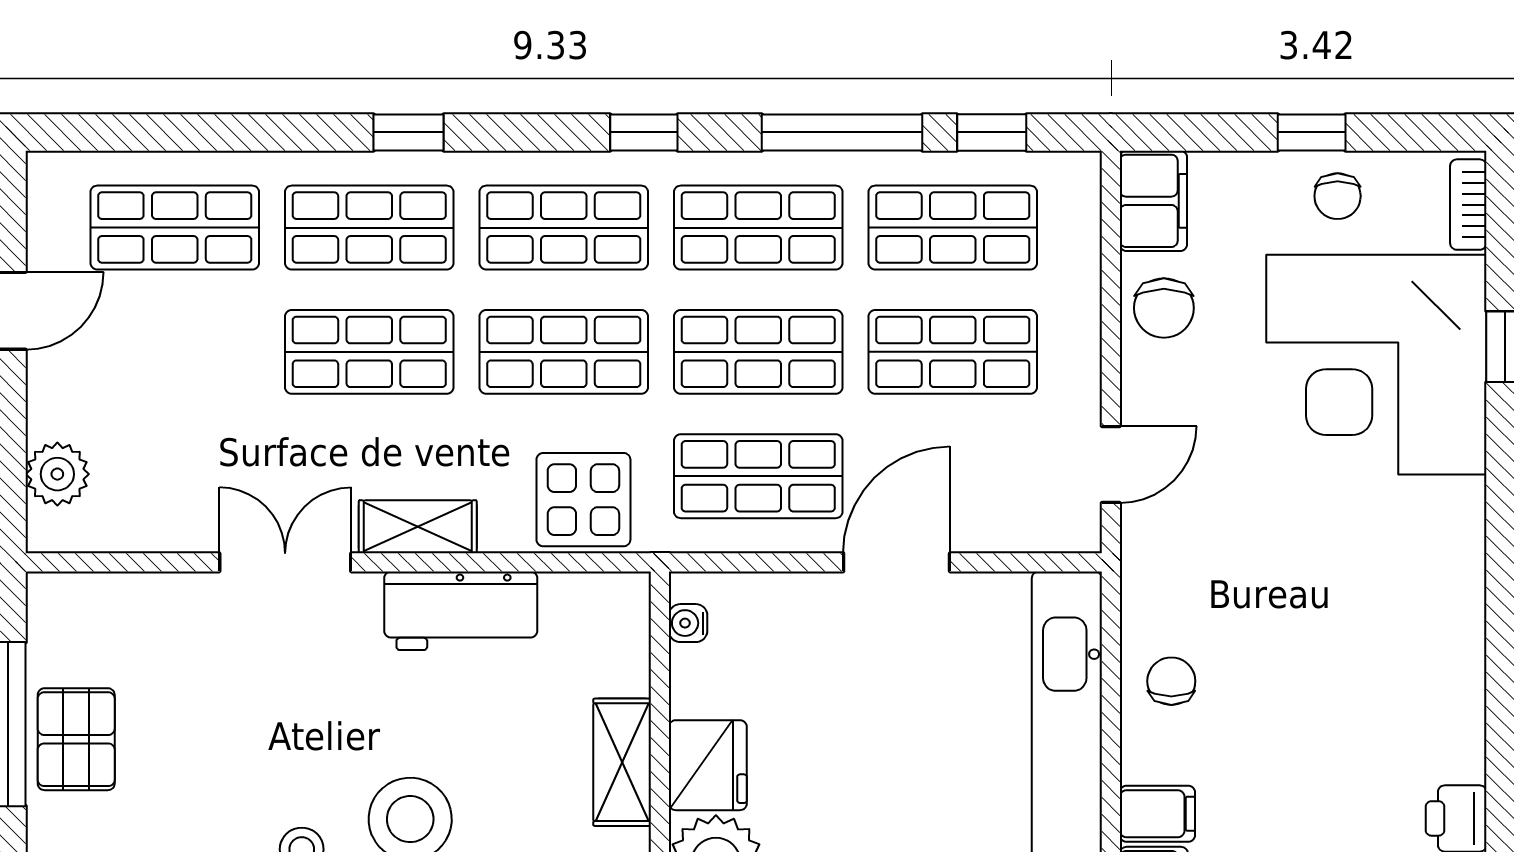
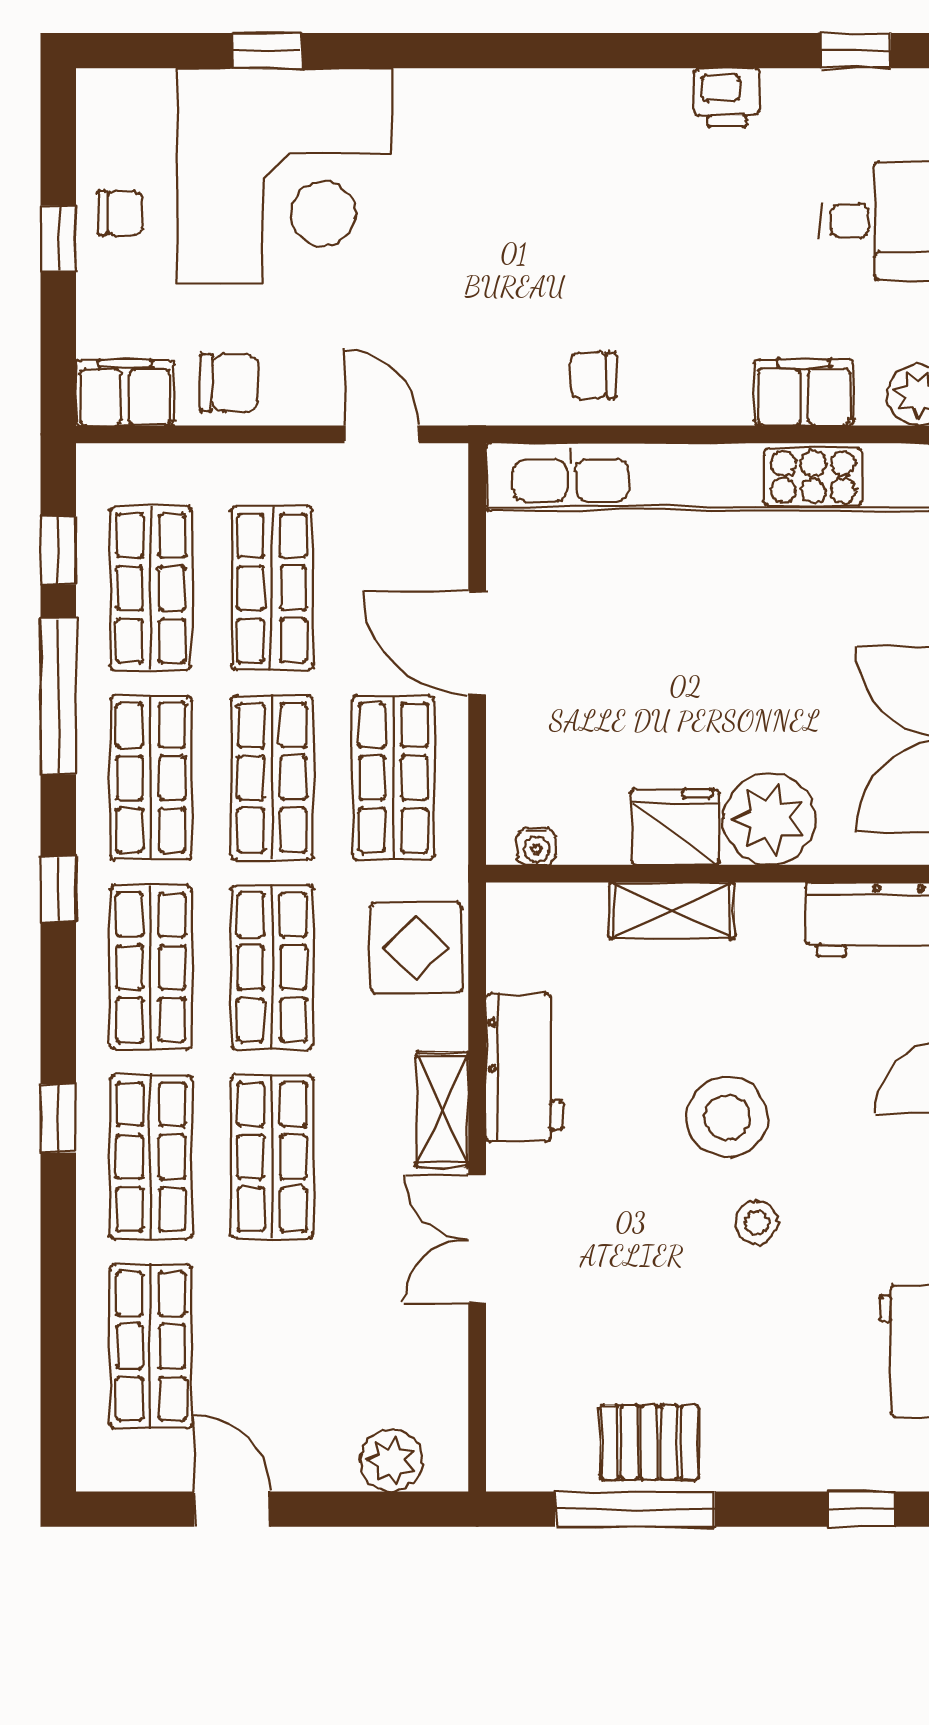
bookcase: (1468, 205) -> (129, 86), removed
filing cabinet: (1157, 814) -> (722, 389), removed

